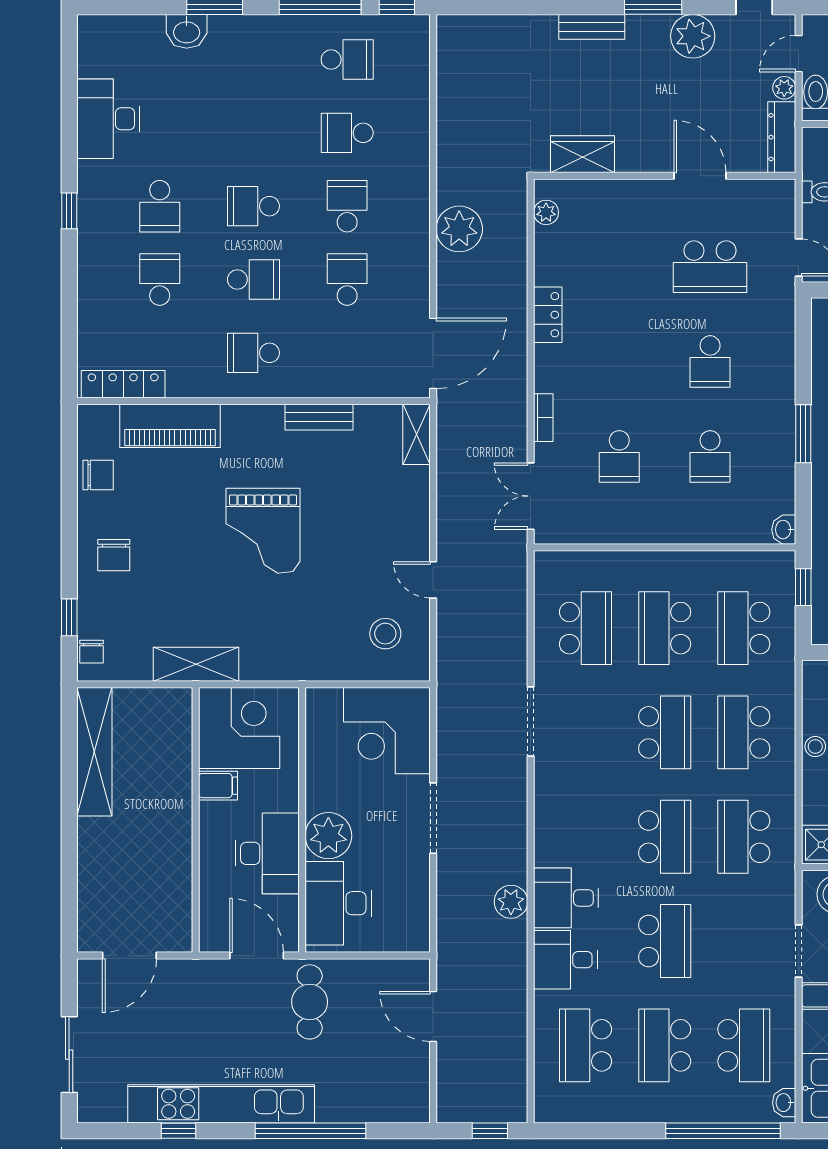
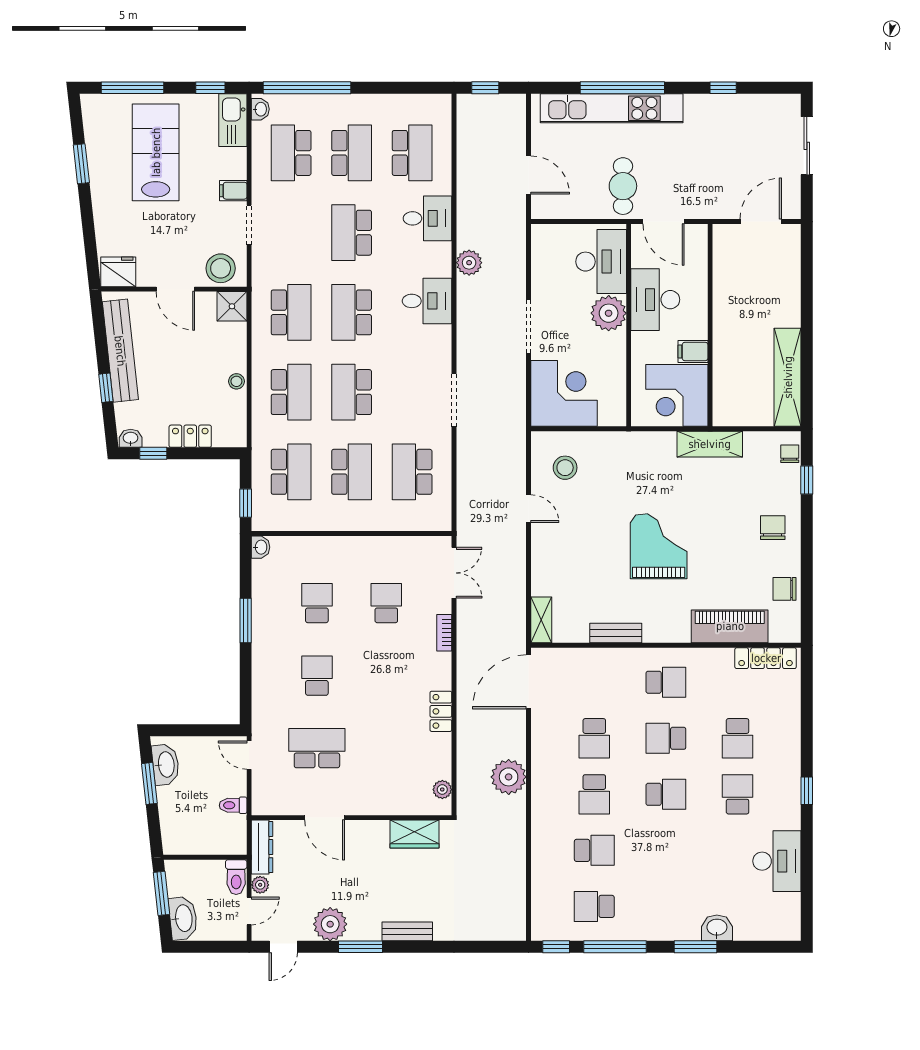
desk: (566, 898) -> (427, 301), moved
kitchen unit: (221, 1104) -> (612, 108), moved

